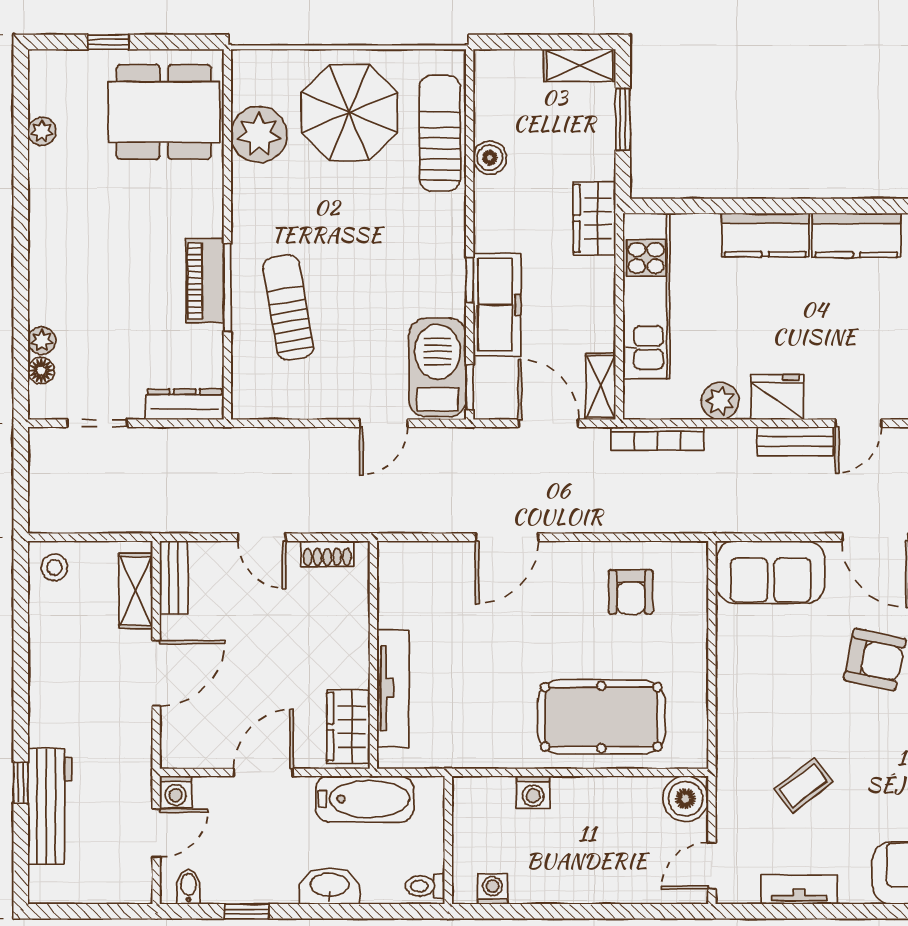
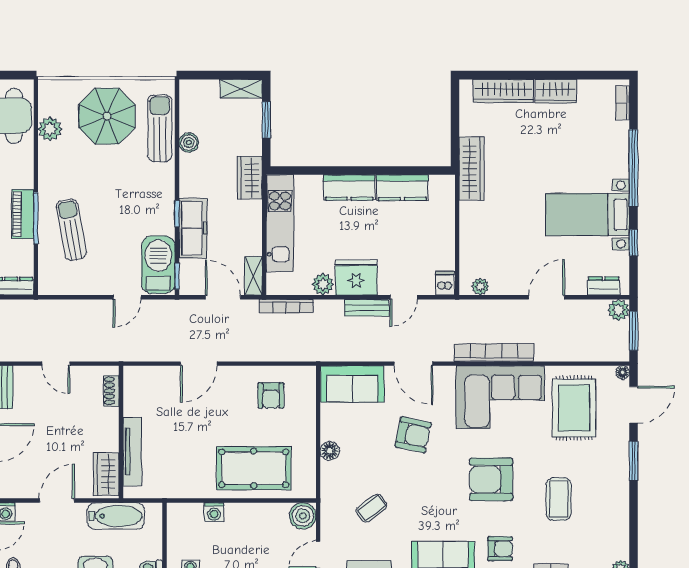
plant: (259, 135) -> (50, 129), width x0.73, depth x0.73
fridge: (777, 397) -> (356, 277), width x1.36, depth x1.34
shoe rack: (327, 554) -> (111, 391), moved, turned 90
floor lamp: (732, 687) -> (330, 451), added

